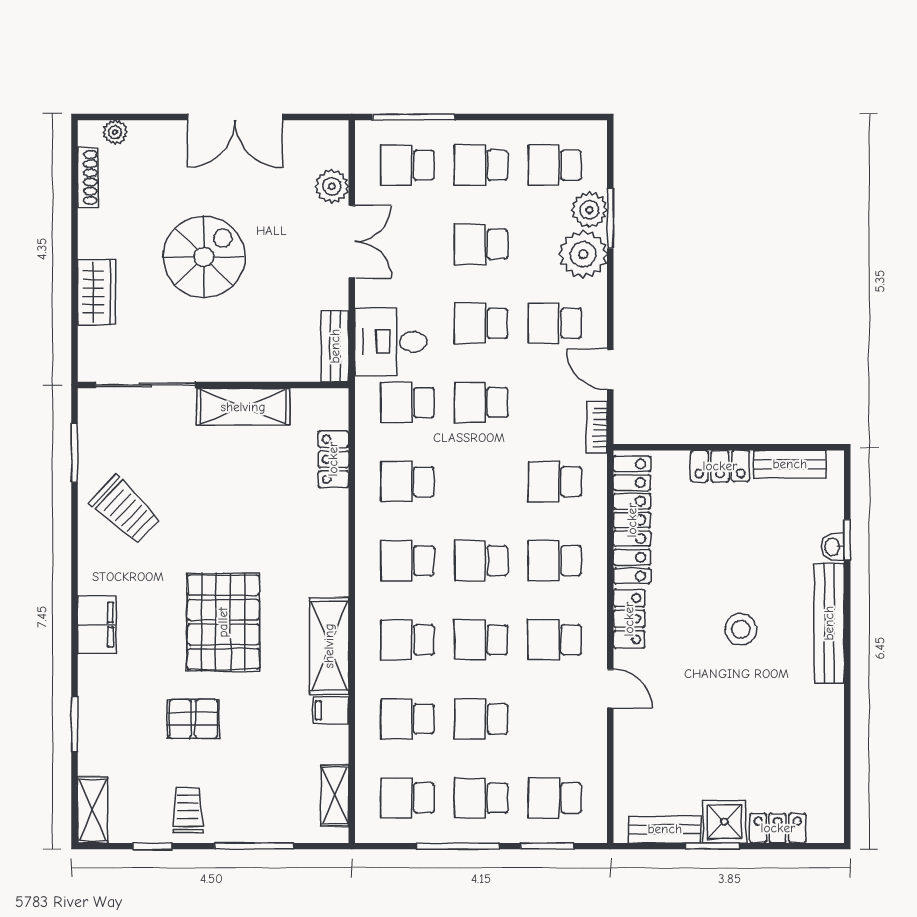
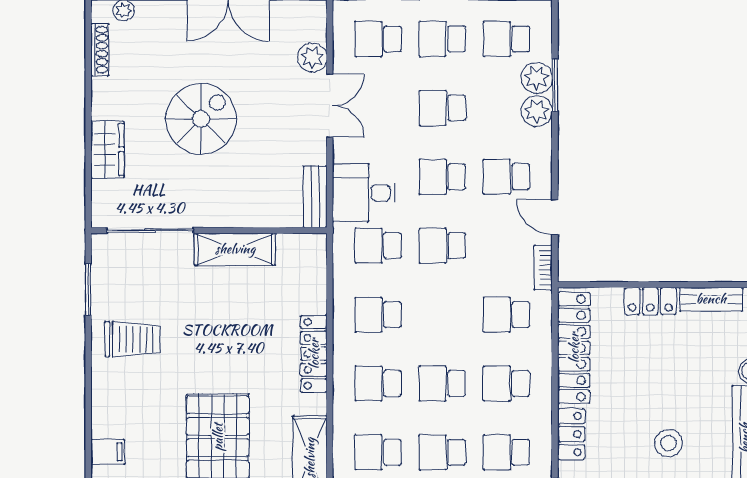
plant: (583, 254) -> (537, 111), width x0.73, depth x0.73
locker: (333, 459) -> (314, 354), moved, width x1.53
trolley: (125, 510) -> (133, 339), turned -43
filing cabinet: (97, 625) -> (108, 452), width x0.50

